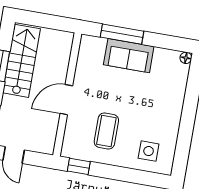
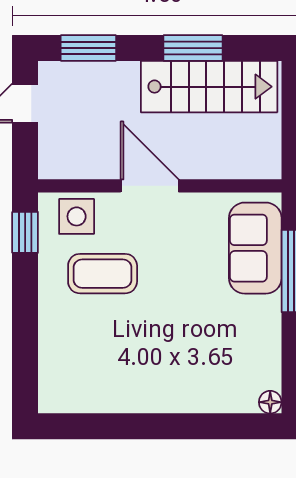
sofa: (129, 56) -> (255, 248), moved
side table: (149, 151) -> (77, 216), moved

